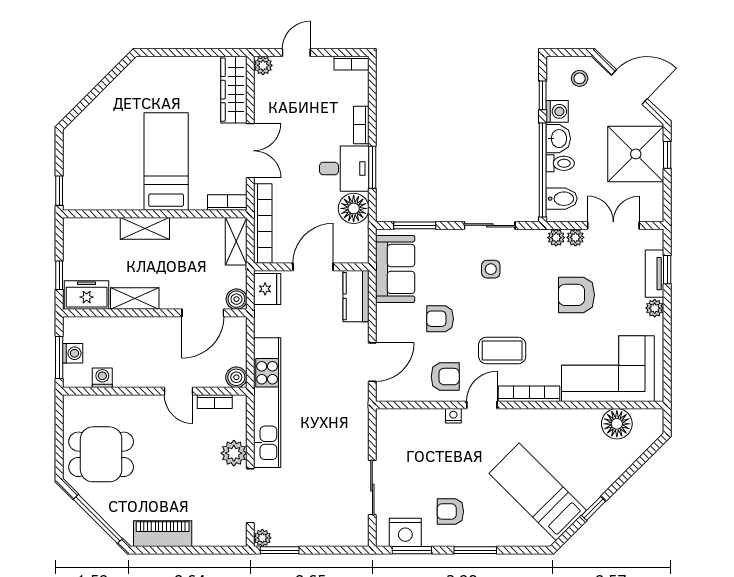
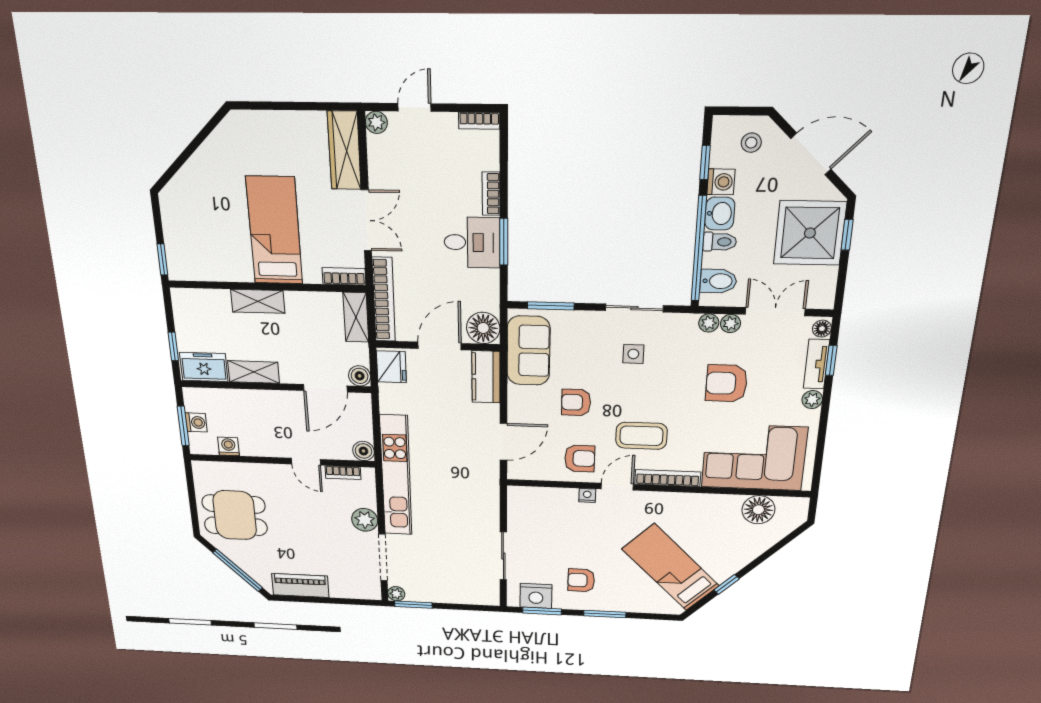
floor lamp: (354, 208) -> (483, 328), moved
floor lamp: (656, 240) -> (822, 329), added

